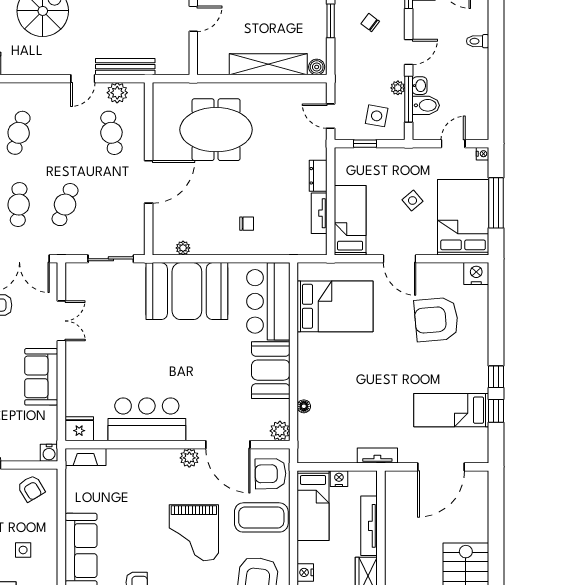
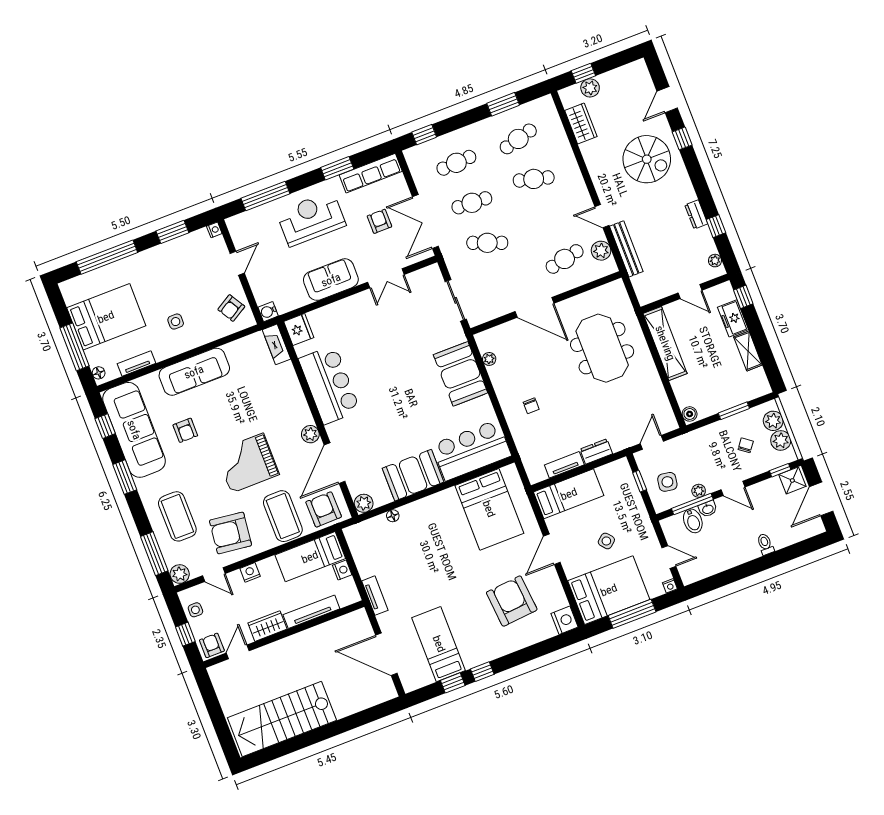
shelving: (268, 64) -> (665, 343), moved
booth: (187, 291) -> (461, 374), width x0.73, depth x0.70

